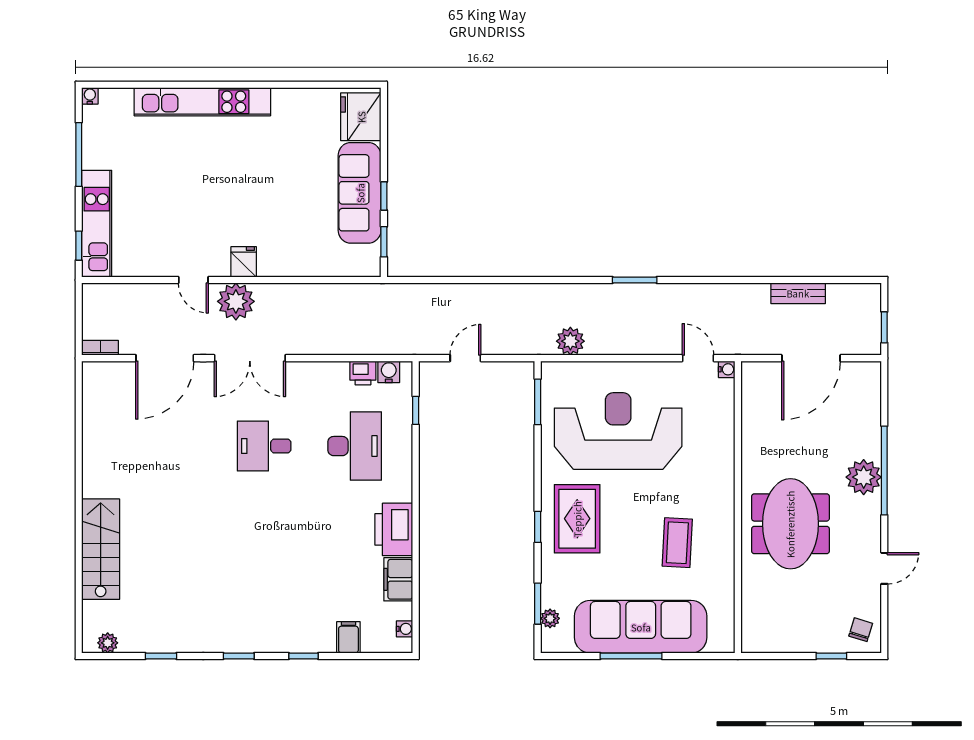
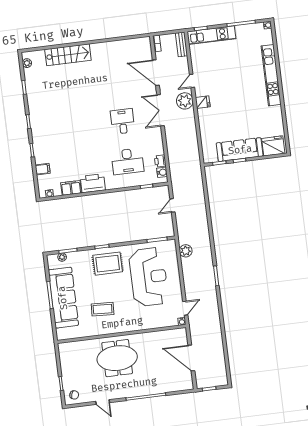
bench: (798, 293) -> (181, 44), moved
door: (465, 358) -> (172, 205), swing flipped
plant: (864, 477) -> (142, 388), removed

